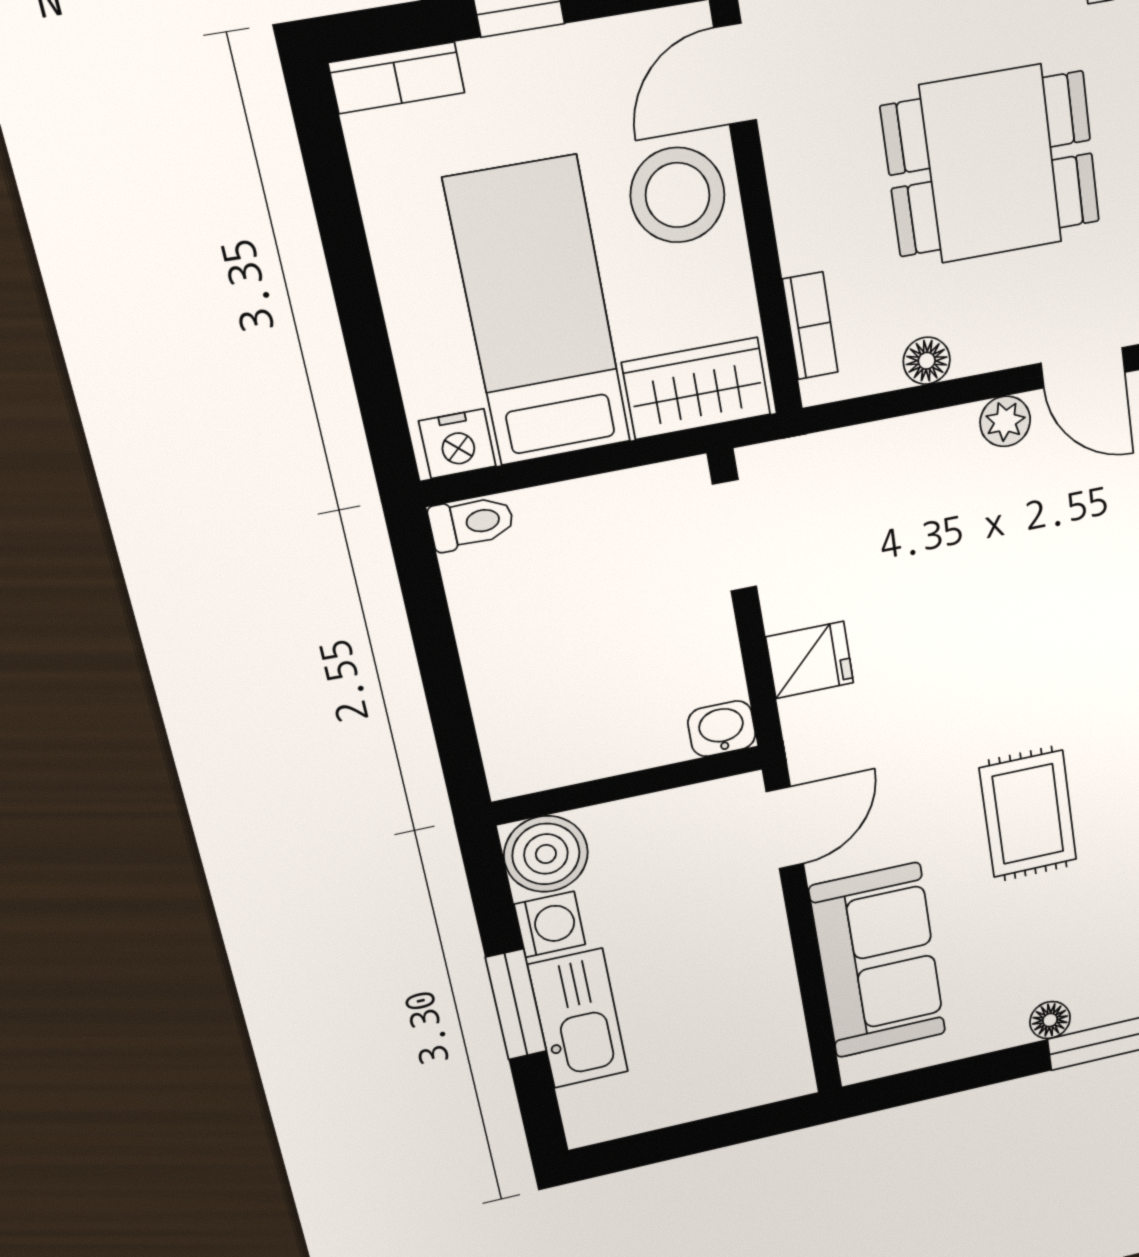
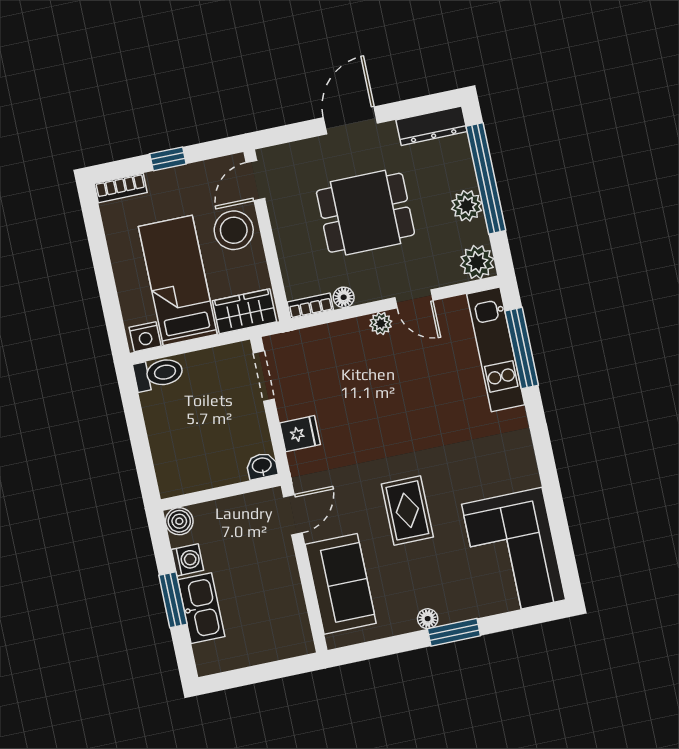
bookcase: (810, 326) -> (310, 306), moved, turned -90
toilet: (472, 523) -> (158, 373), width x1.37, depth x1.39
boiler: (546, 854) -> (179, 521), width x0.73, depth x0.73

